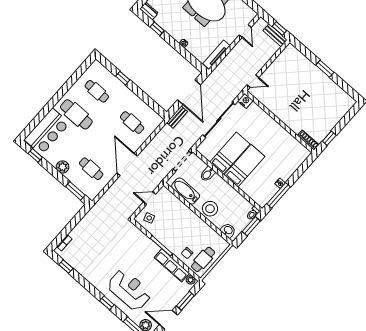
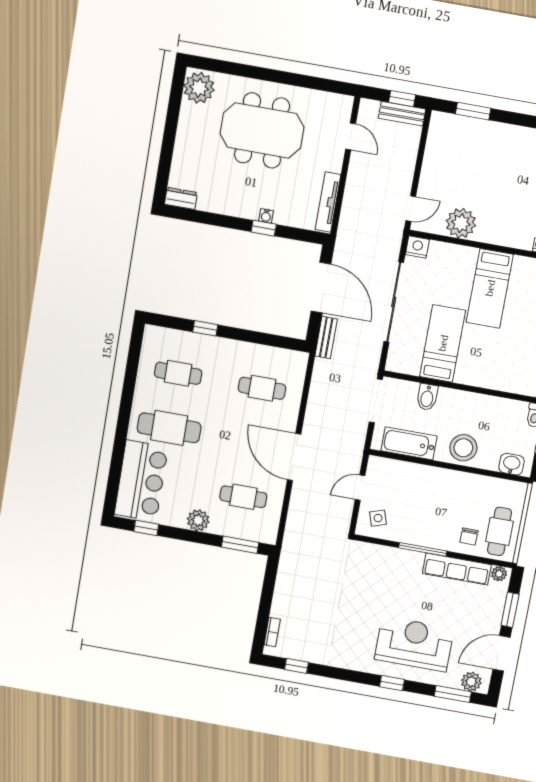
window: (157, 29) -> (264, 228), moved
window: (325, 69) -> (473, 111), moved
plant: (272, 102) -> (461, 223), added
bed: (244, 166) -> (490, 288), moved, turned 180

